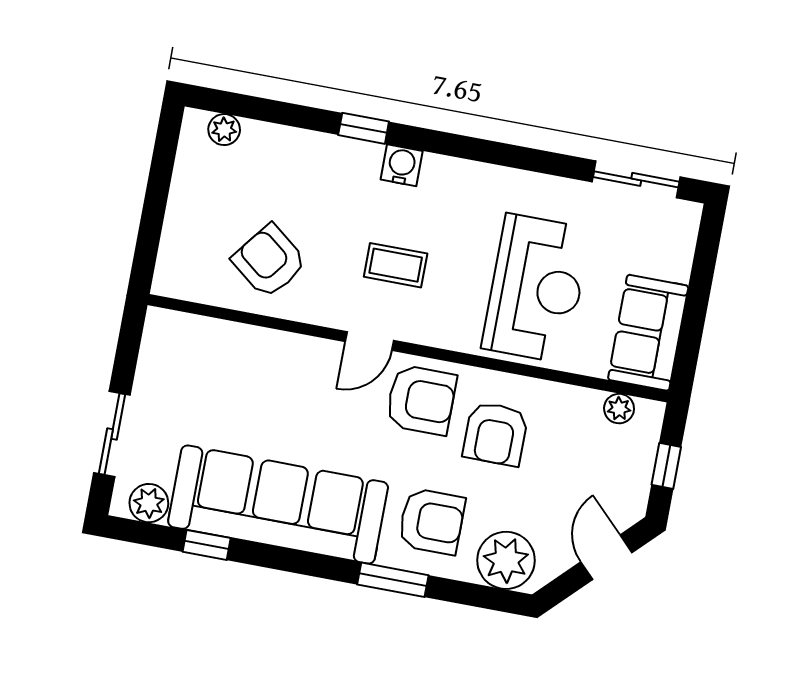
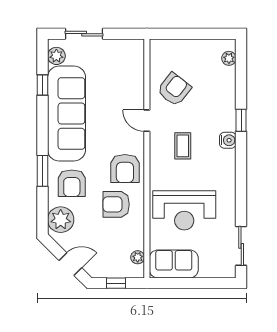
door: (369, 341) -> (147, 121), moved

